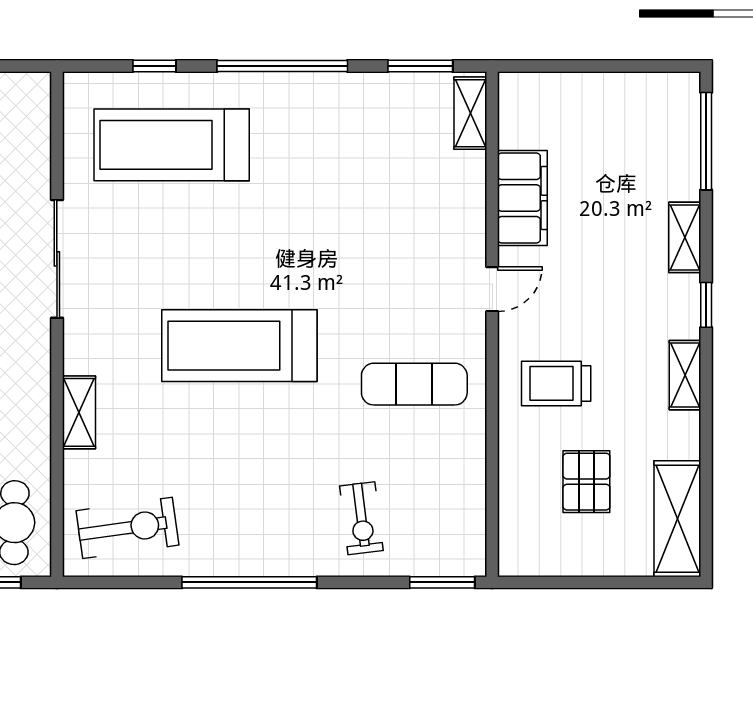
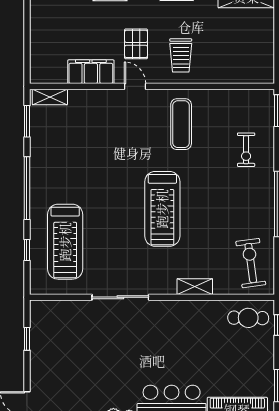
pallet: (586, 482) -> (136, 44), moved, turned 90
exercise bike: (361, 518) -> (246, 150), turned 97

